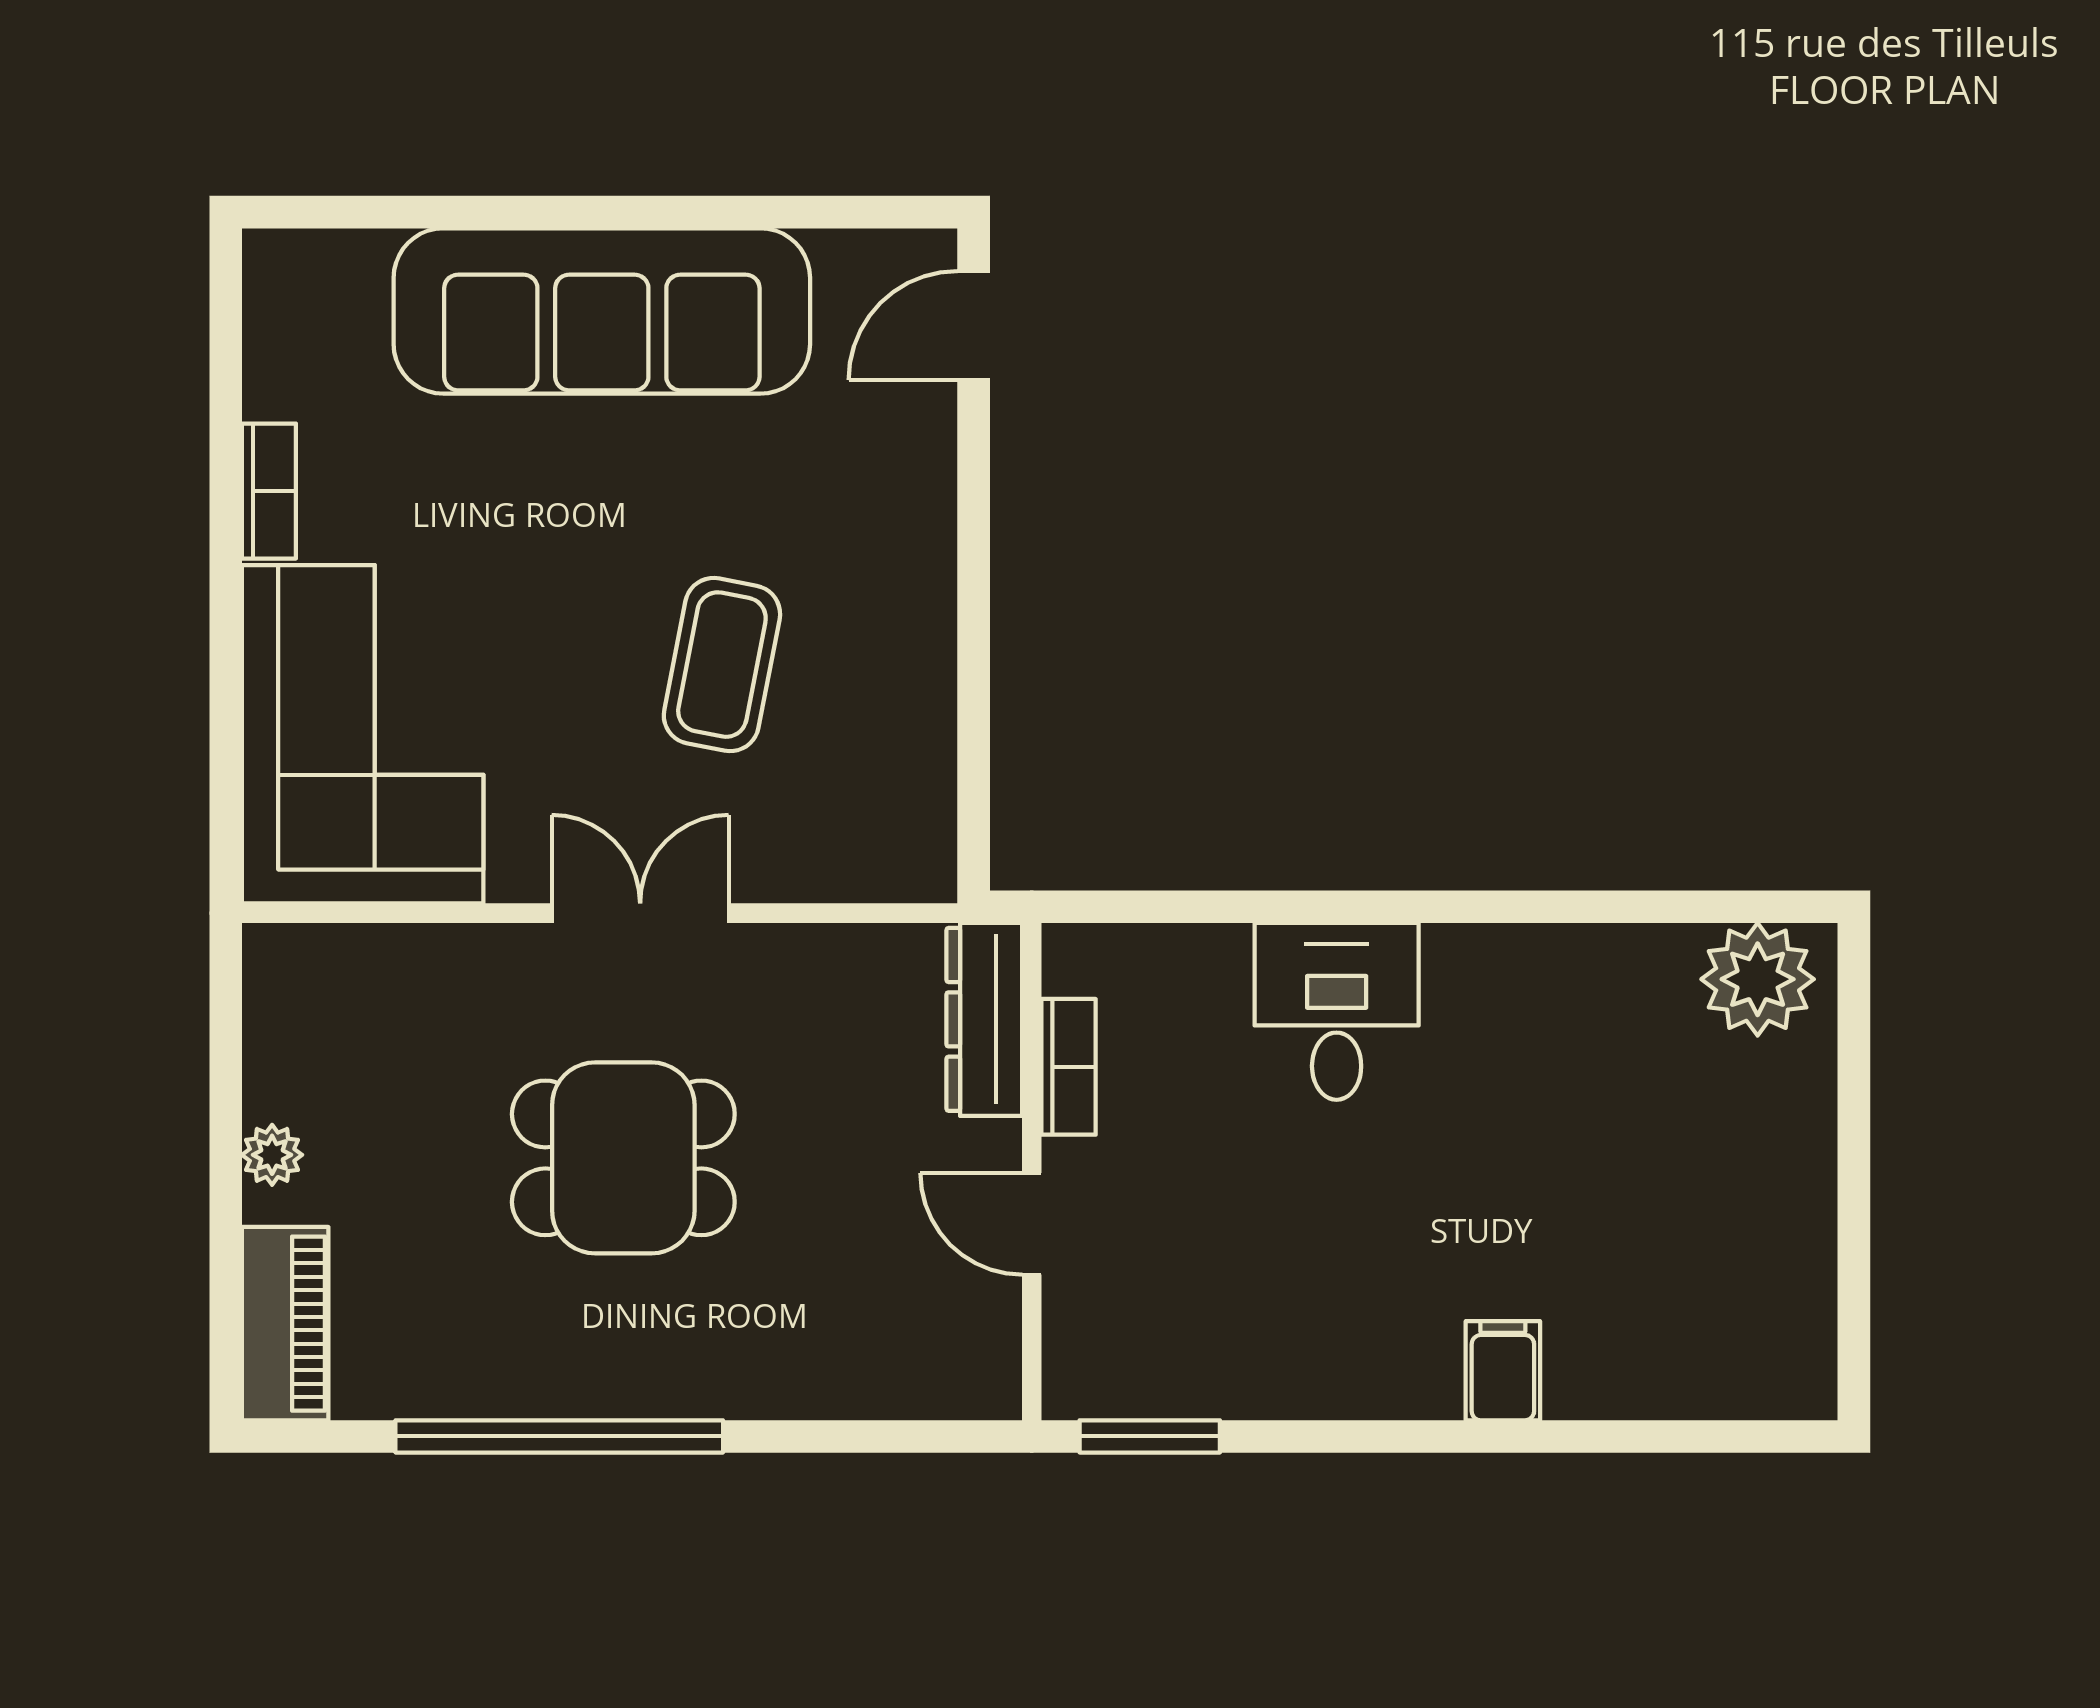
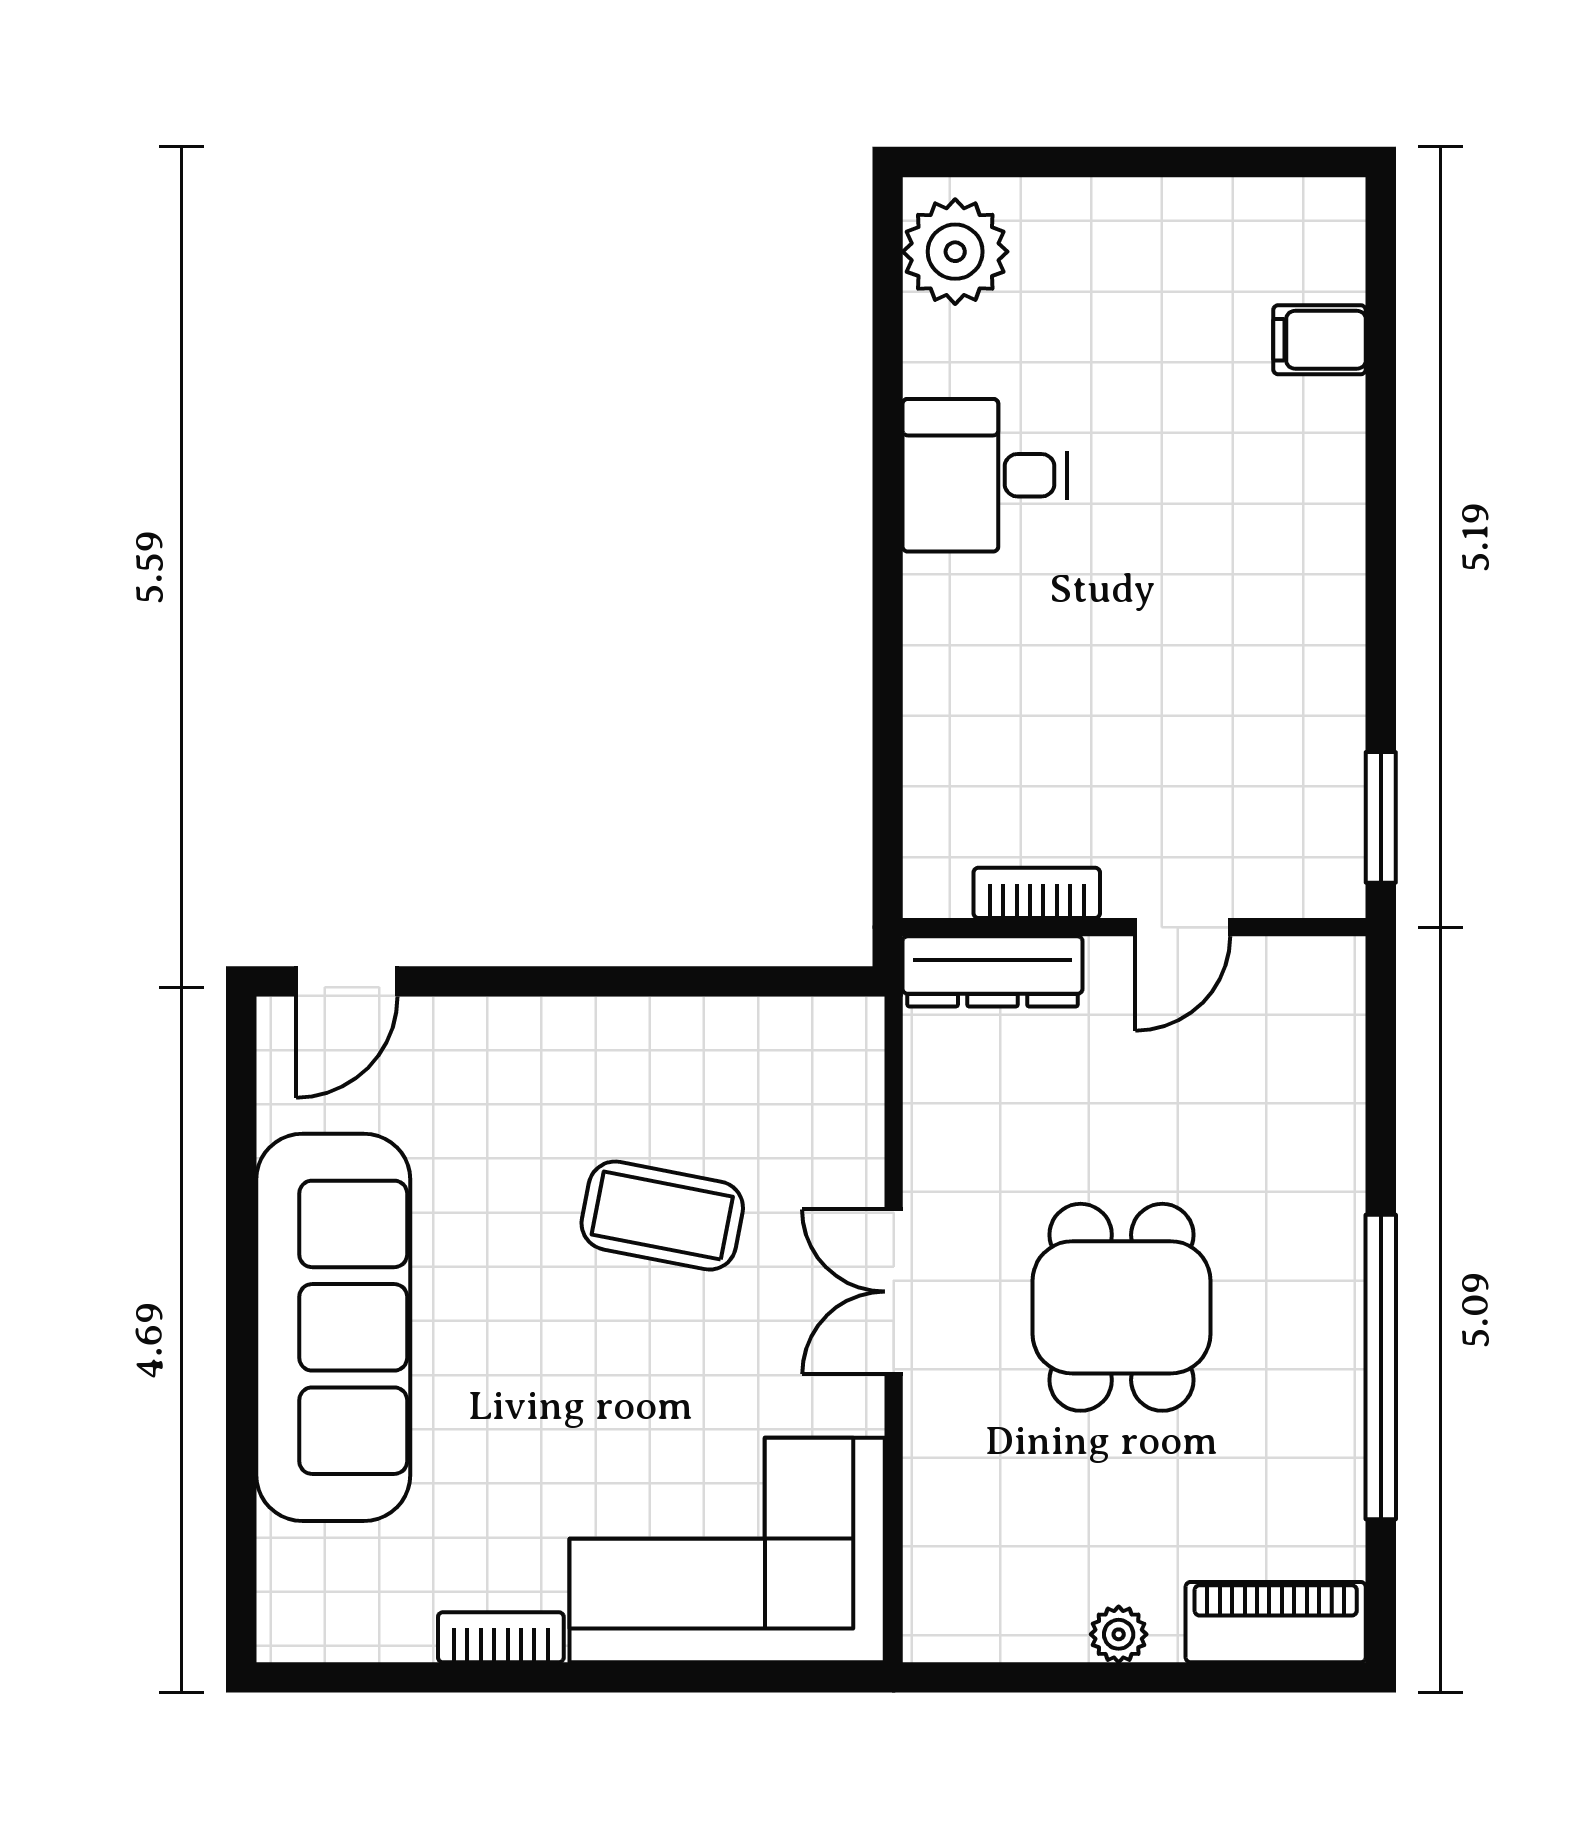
door: (974, 326) -> (347, 981), hinge flipped
desk: (1337, 1011) -> (985, 475), moved
filing cabinet: (1503, 1371) -> (1320, 340), moved

